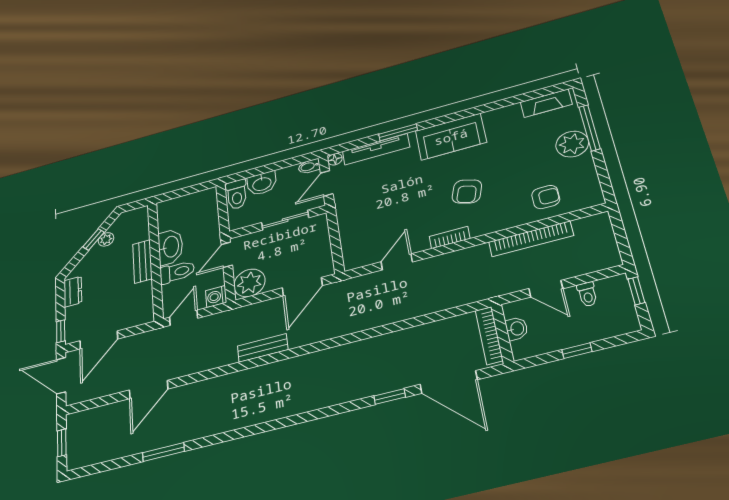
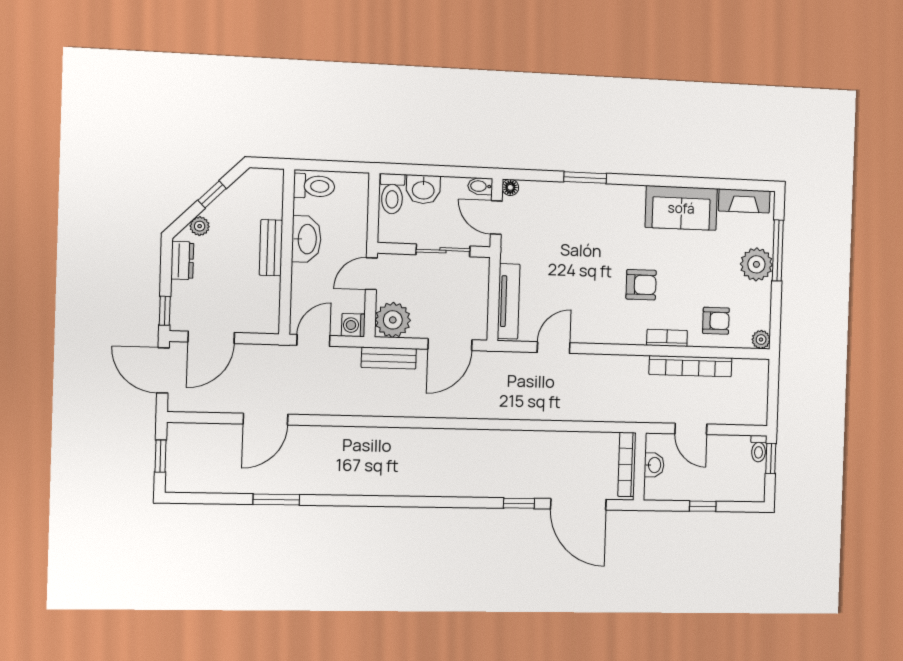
sofa: (451, 137) -> (681, 208), moved
tv unit: (376, 149) -> (509, 301), moved, turned -90
door: (327, 183) -> (496, 218), hinge flipped
armchair: (467, 191) -> (641, 285), turned -107
plant: (595, 198) -> (761, 340), added
bookcase: (450, 238) -> (667, 338), moved
plant: (106, 239) -> (200, 226), moved
toilet: (177, 272) -> (314, 186), moved
toilet: (587, 294) -> (759, 449), moved
bench: (263, 348) -> (389, 358), moved

